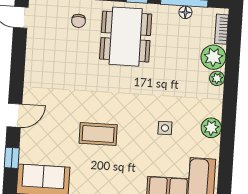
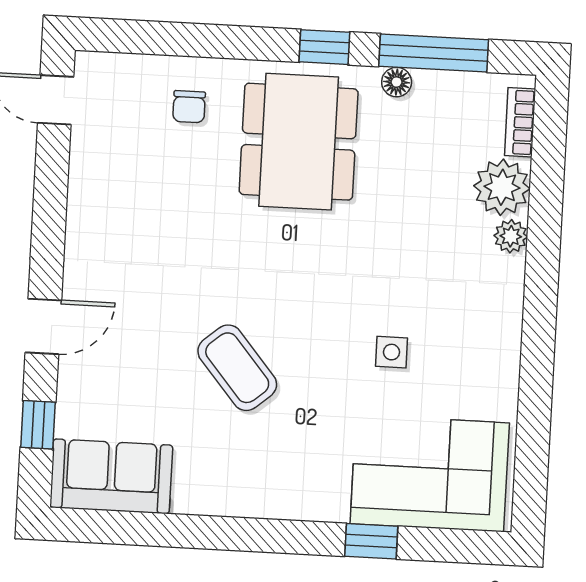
floor lamp: (185, 12) -> (397, 82), moved
plant: (211, 128) -> (498, 351), removed
coffee table: (98, 134) -> (237, 368), turned 50

